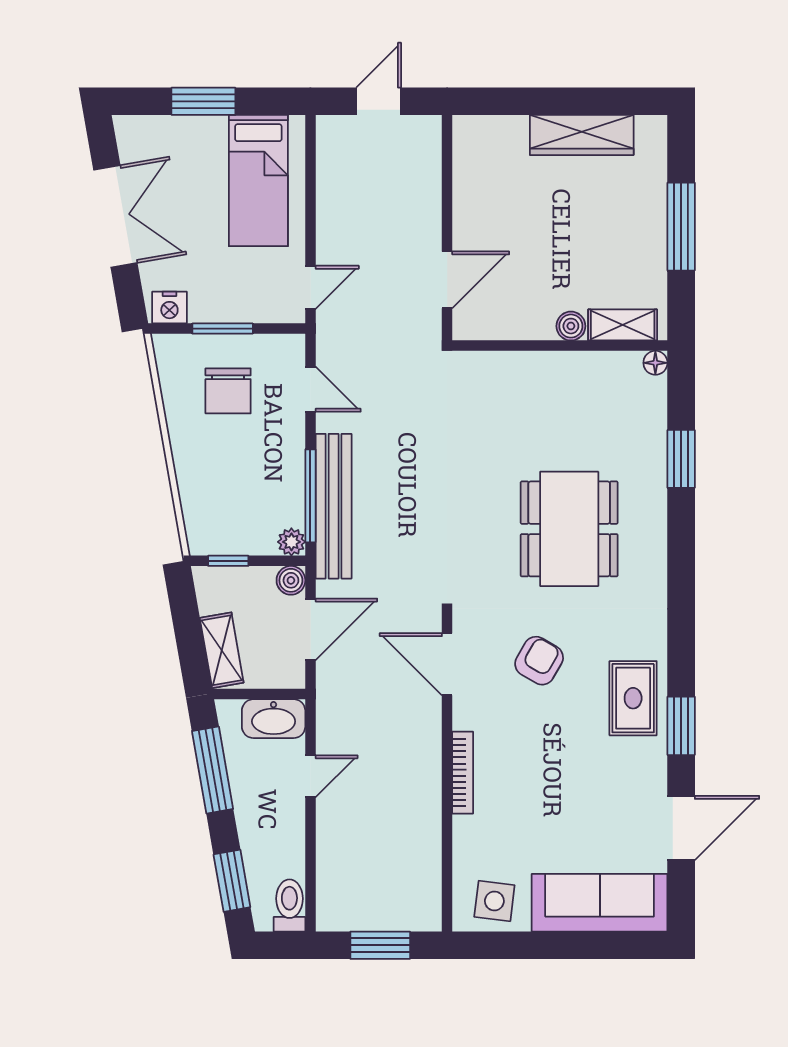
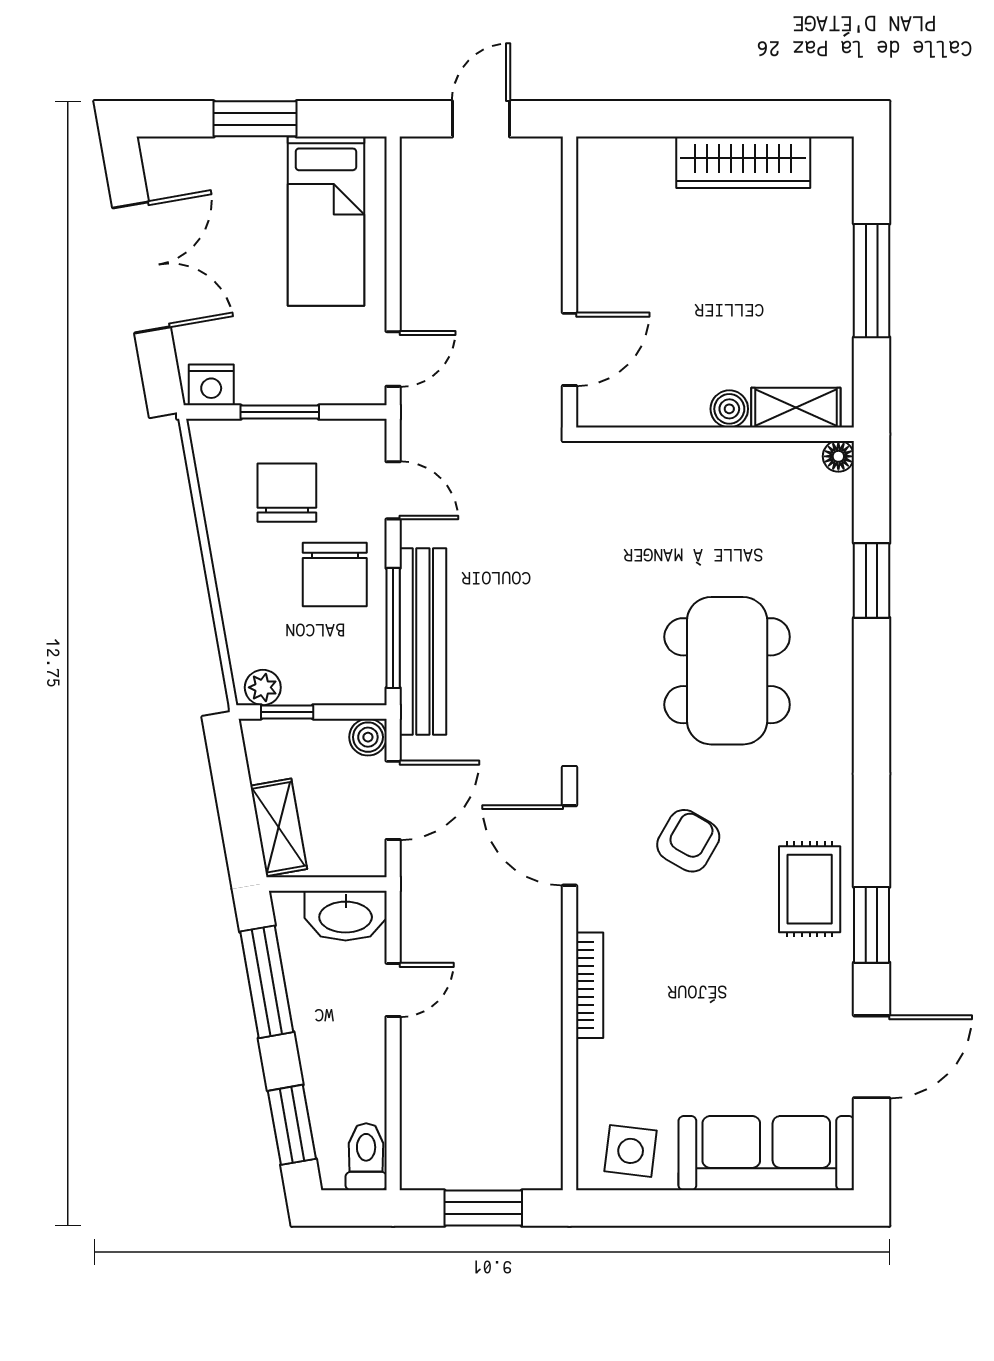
chair: (228, 391) -> (287, 493), turned 180
chair: (265, 454) -> (335, 575), added
plant: (291, 542) -> (263, 687), moved

